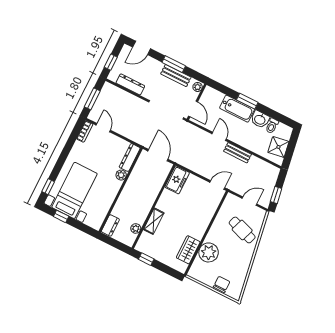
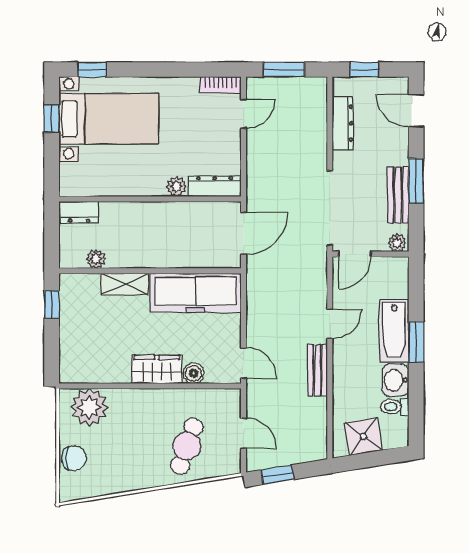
freezer: (177, 180) -> (196, 293), width x1.91, depth x1.26
boiler: (210, 210) -> (194, 373), added
wardrobe: (188, 250) -> (157, 369), moved
plant: (209, 252) -> (89, 407), moved

